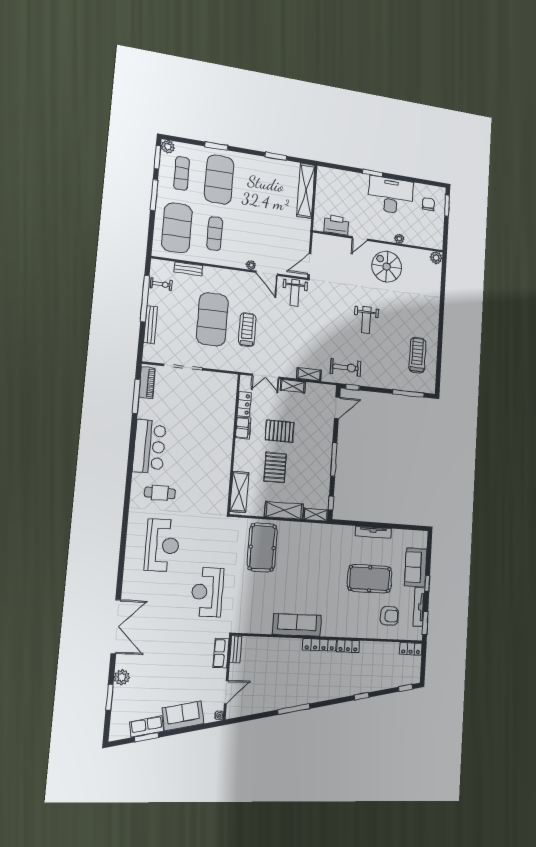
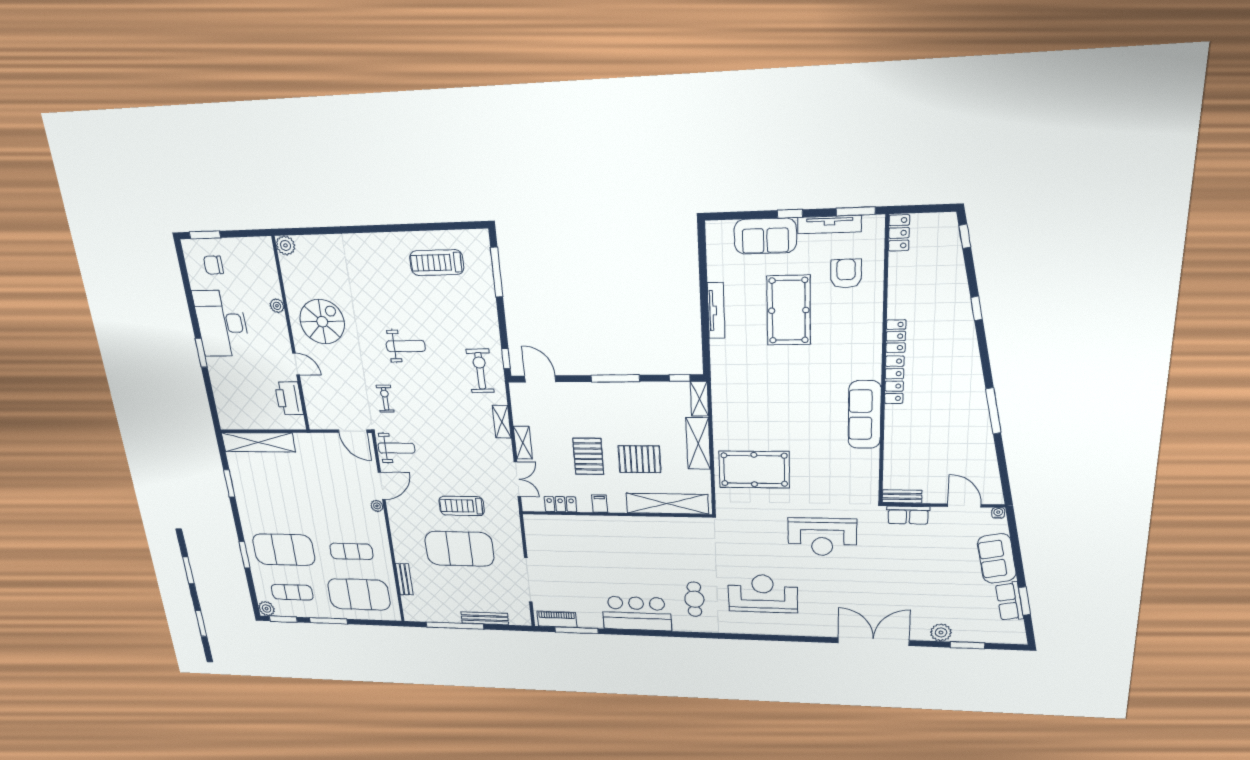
spiral stairs: (387, 267) -> (322, 322), turned 180
exercise bike: (161, 284) -> (385, 399), moved
filing cabinet: (243, 428) -> (600, 504), width x0.50
shelving: (239, 492) -> (667, 504), width x1.47

